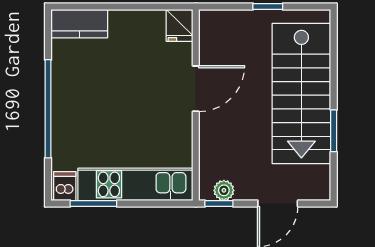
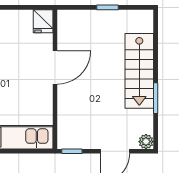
stairs: (301, 93) -> (139, 71), width x0.73, depth x0.66
plant: (224, 190) -> (146, 142), moved

